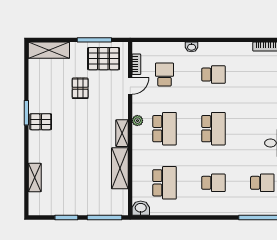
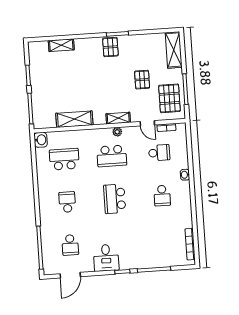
pallet: (80, 88) -> (142, 80), turned 90
school desk: (213, 129) -> (115, 199), turned 90
shelving: (122, 133) -> (118, 118), moved
school desk: (165, 183) -> (64, 159), turned 180
school desk: (213, 183) -> (67, 202), turned 180

